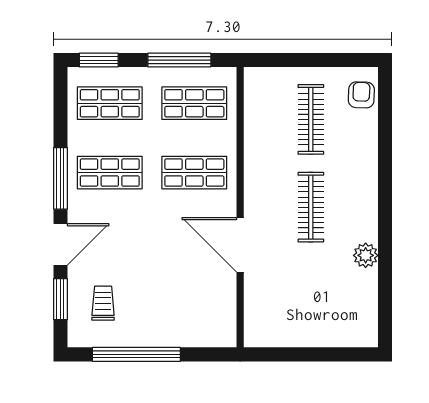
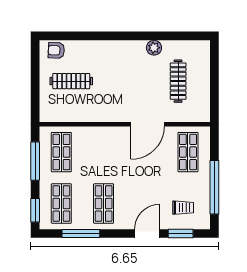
shop shelf: (194, 173) -> (188, 152), moved
window: (60, 178) -> (81, 234), moved
clothes rail: (311, 207) -> (178, 81), moved, turned 90
door: (60, 244) -> (147, 234), hinge flipped
trolley: (103, 303) -> (183, 208), turned 180

